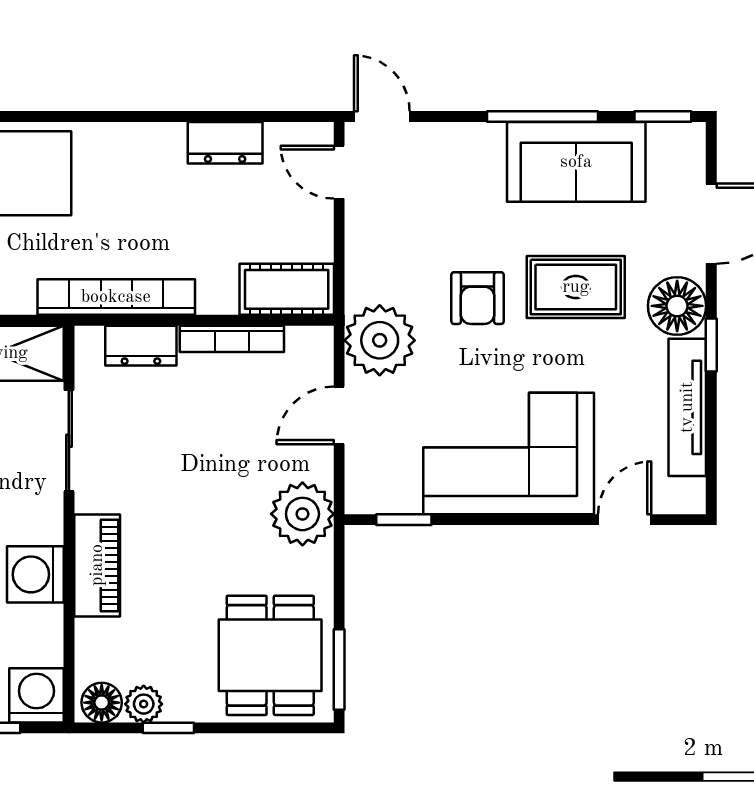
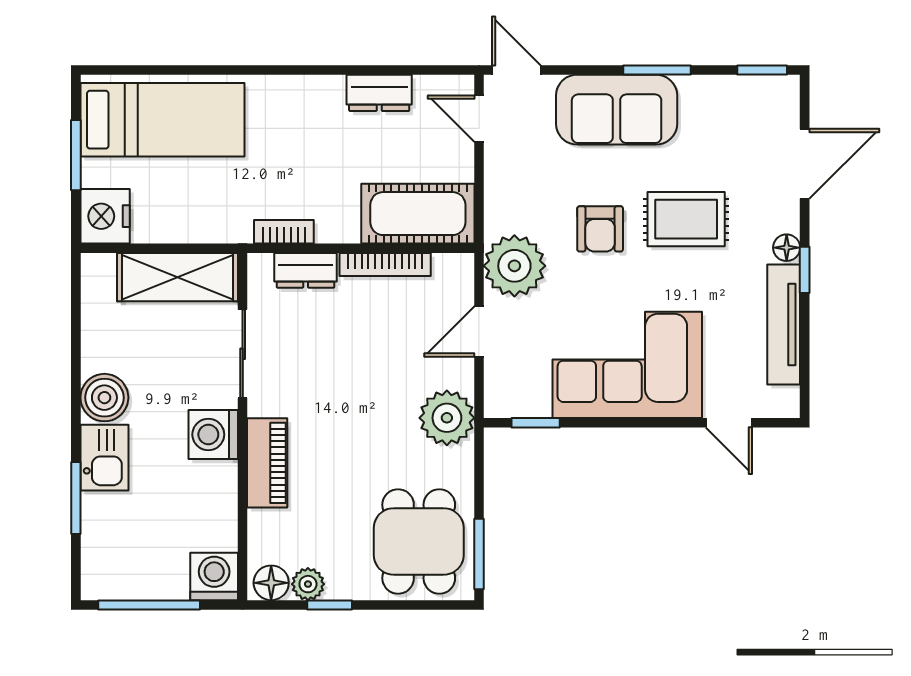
window: (543, 116) -> (657, 70), width x0.69
sofa: (576, 162) -> (617, 110), moved
cot: (287, 289) -> (418, 214), width x1.37, depth x1.34
bookcase: (116, 297) -> (284, 232), width x0.43, depth x0.76
floor lamp: (677, 306) -> (787, 248), width x0.53, depth x0.53
door: (625, 520) -> (729, 423), swing flipped
washing machine: (35, 574) -> (213, 435), moved

